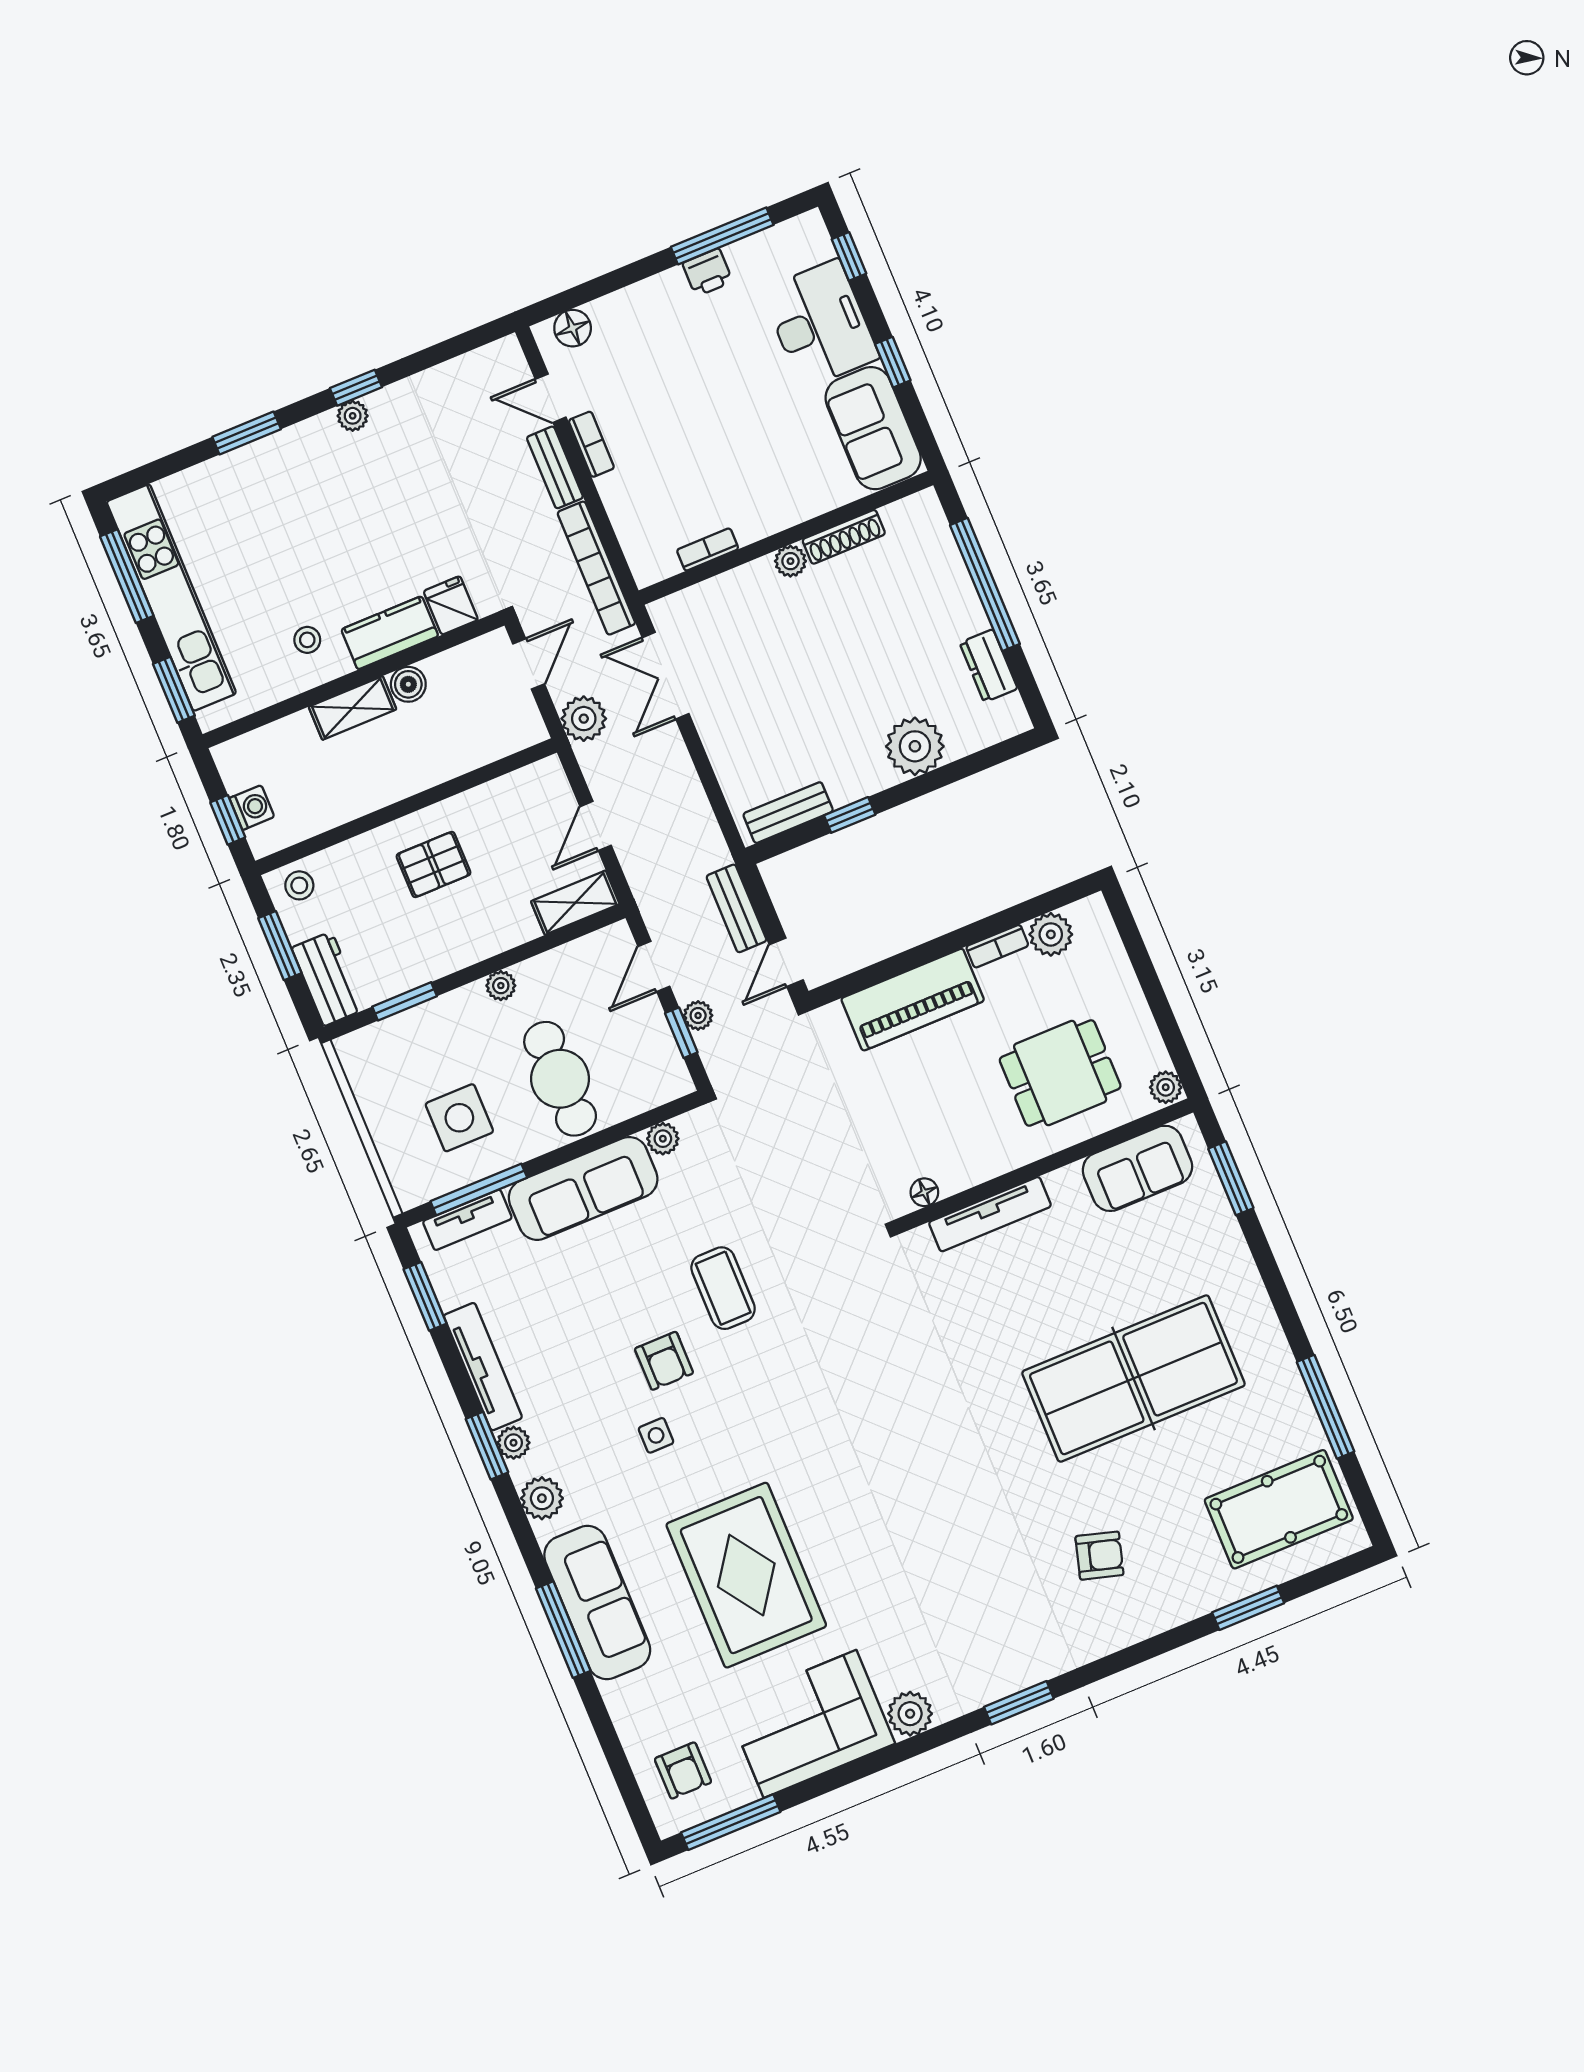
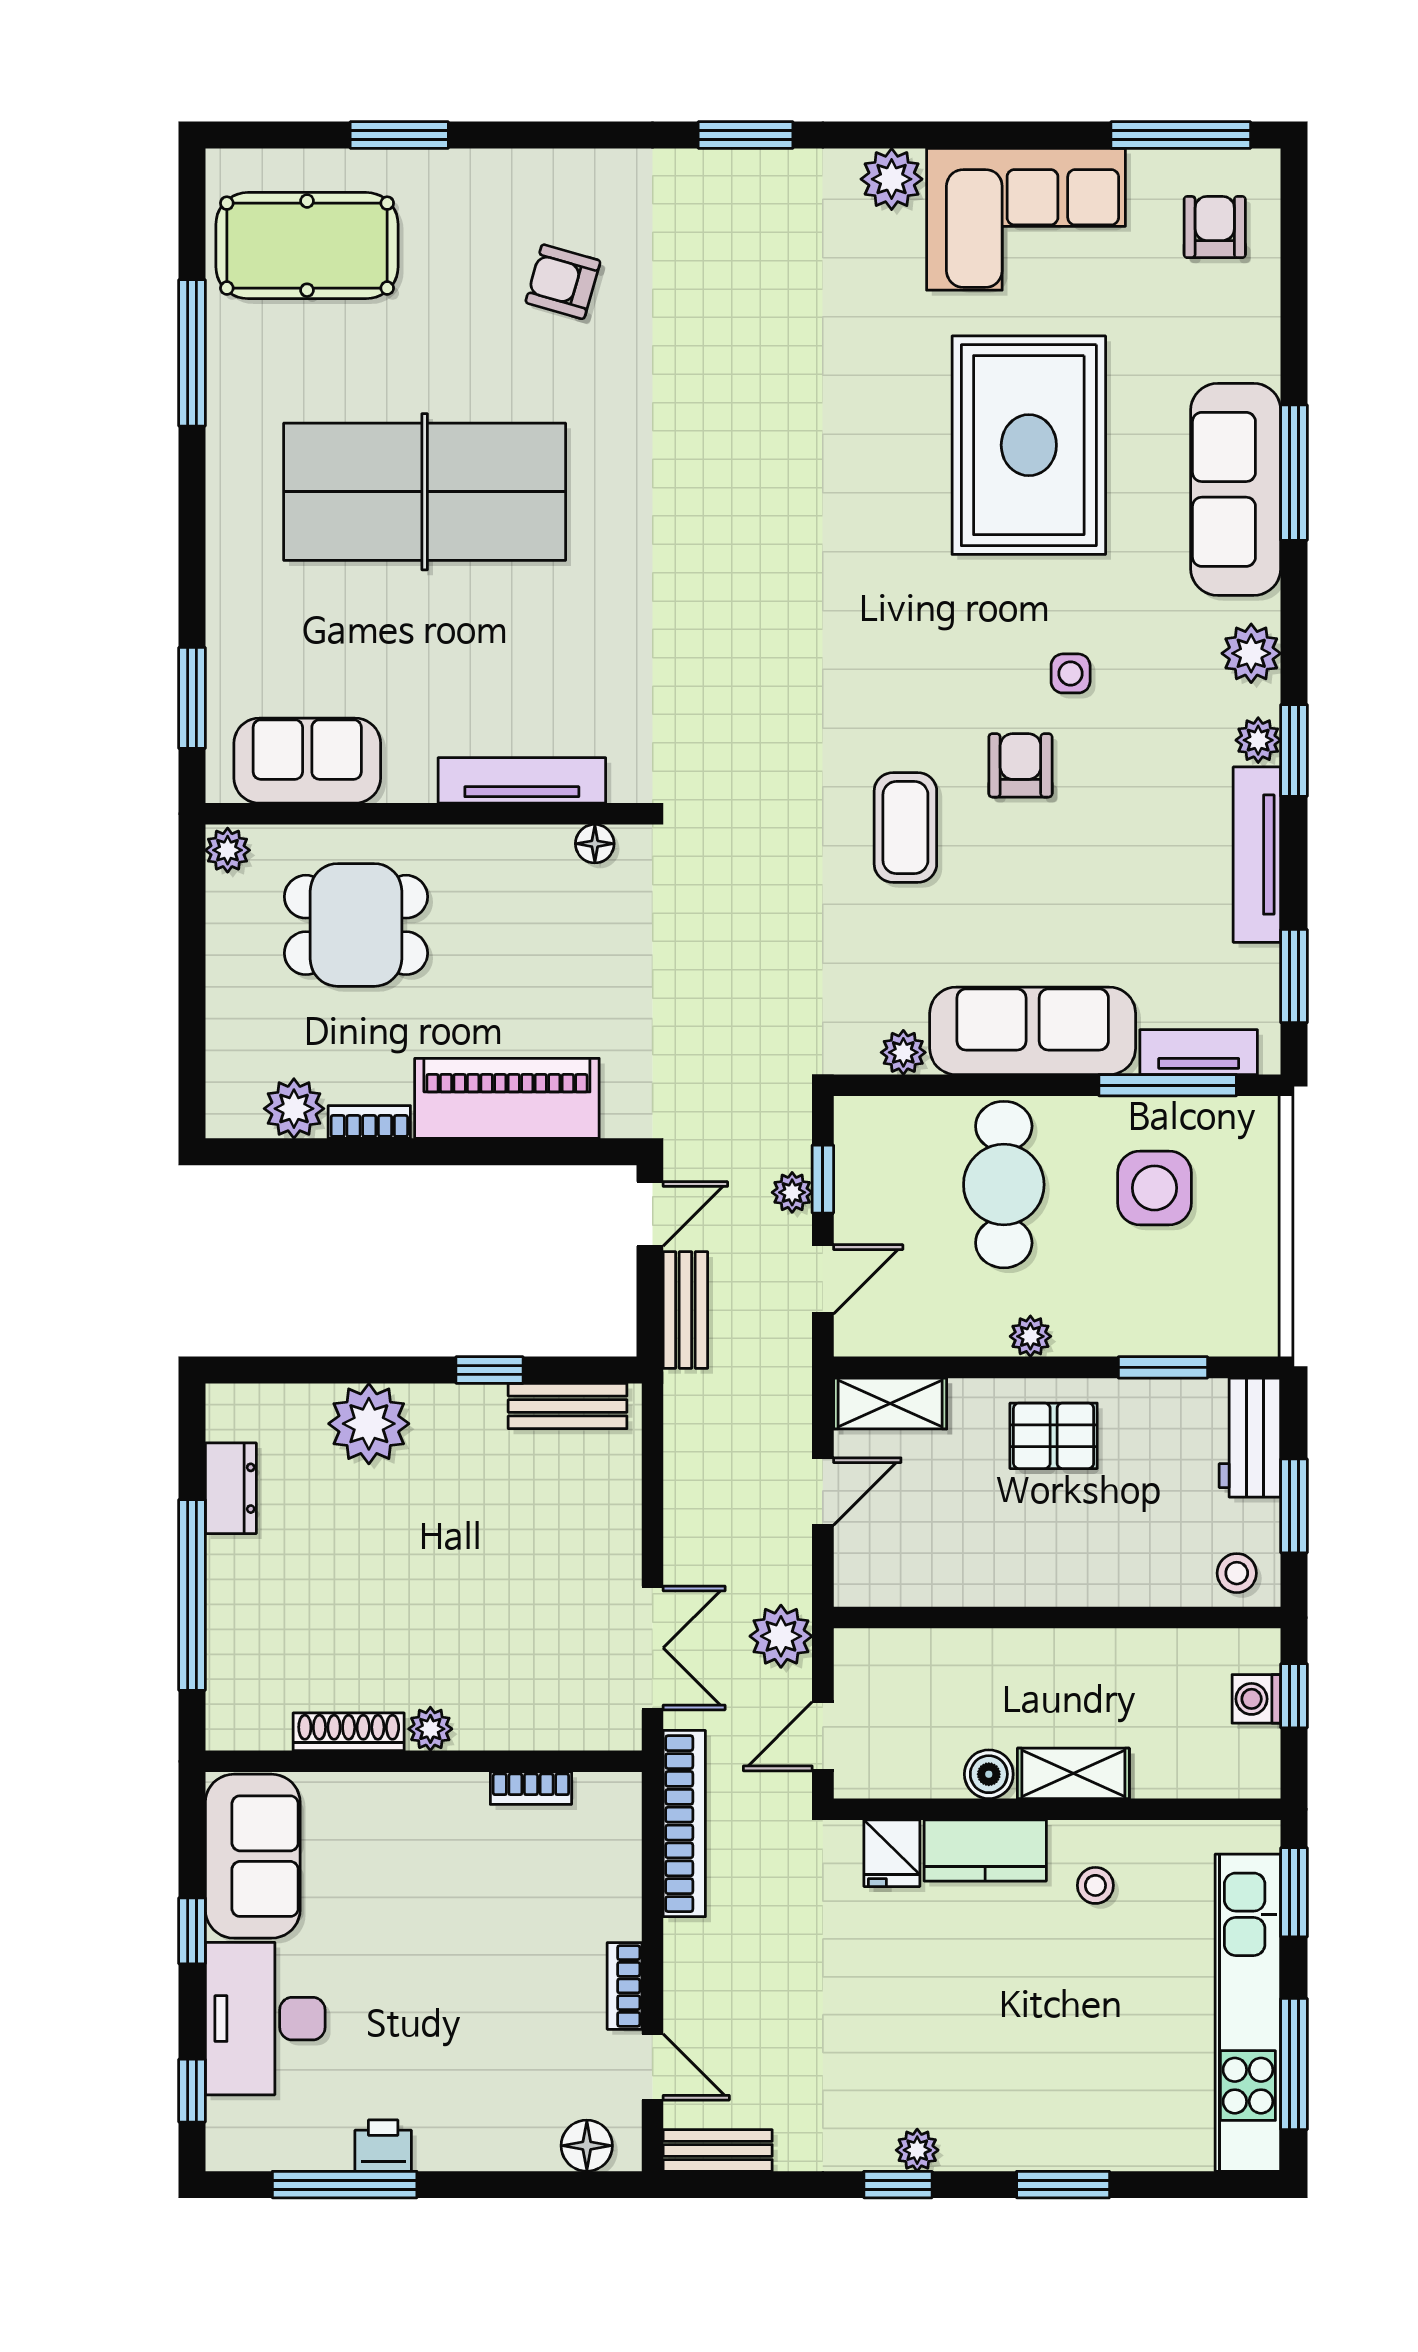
bench: (555, 467) -> (718, 2150), moved, turned 90
pallet: (434, 864) -> (1054, 1436), moved

